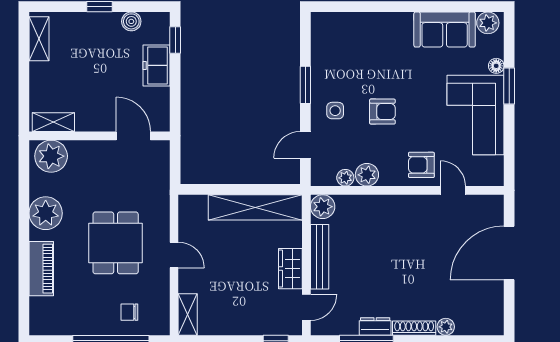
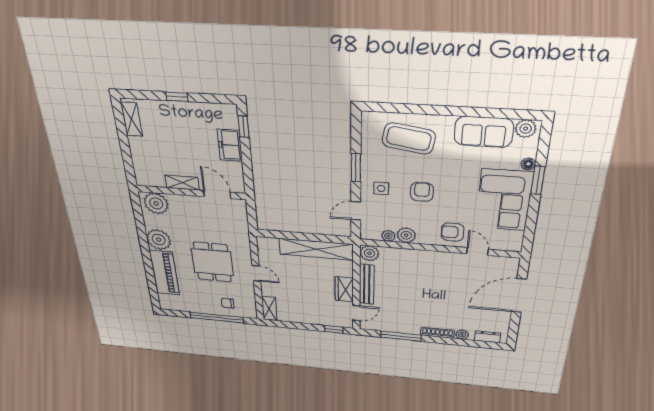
boiler: (131, 21) -> (205, 110), removed
coffee table: (364, 43) -> (409, 139), added
armchair: (382, 112) -> (422, 192), turned -90
shelving: (53, 122) -> (182, 183), moved
piano: (41, 269) -> (164, 273), width x1.37, depth x1.33
dresser: (375, 326) -> (487, 337), moved

